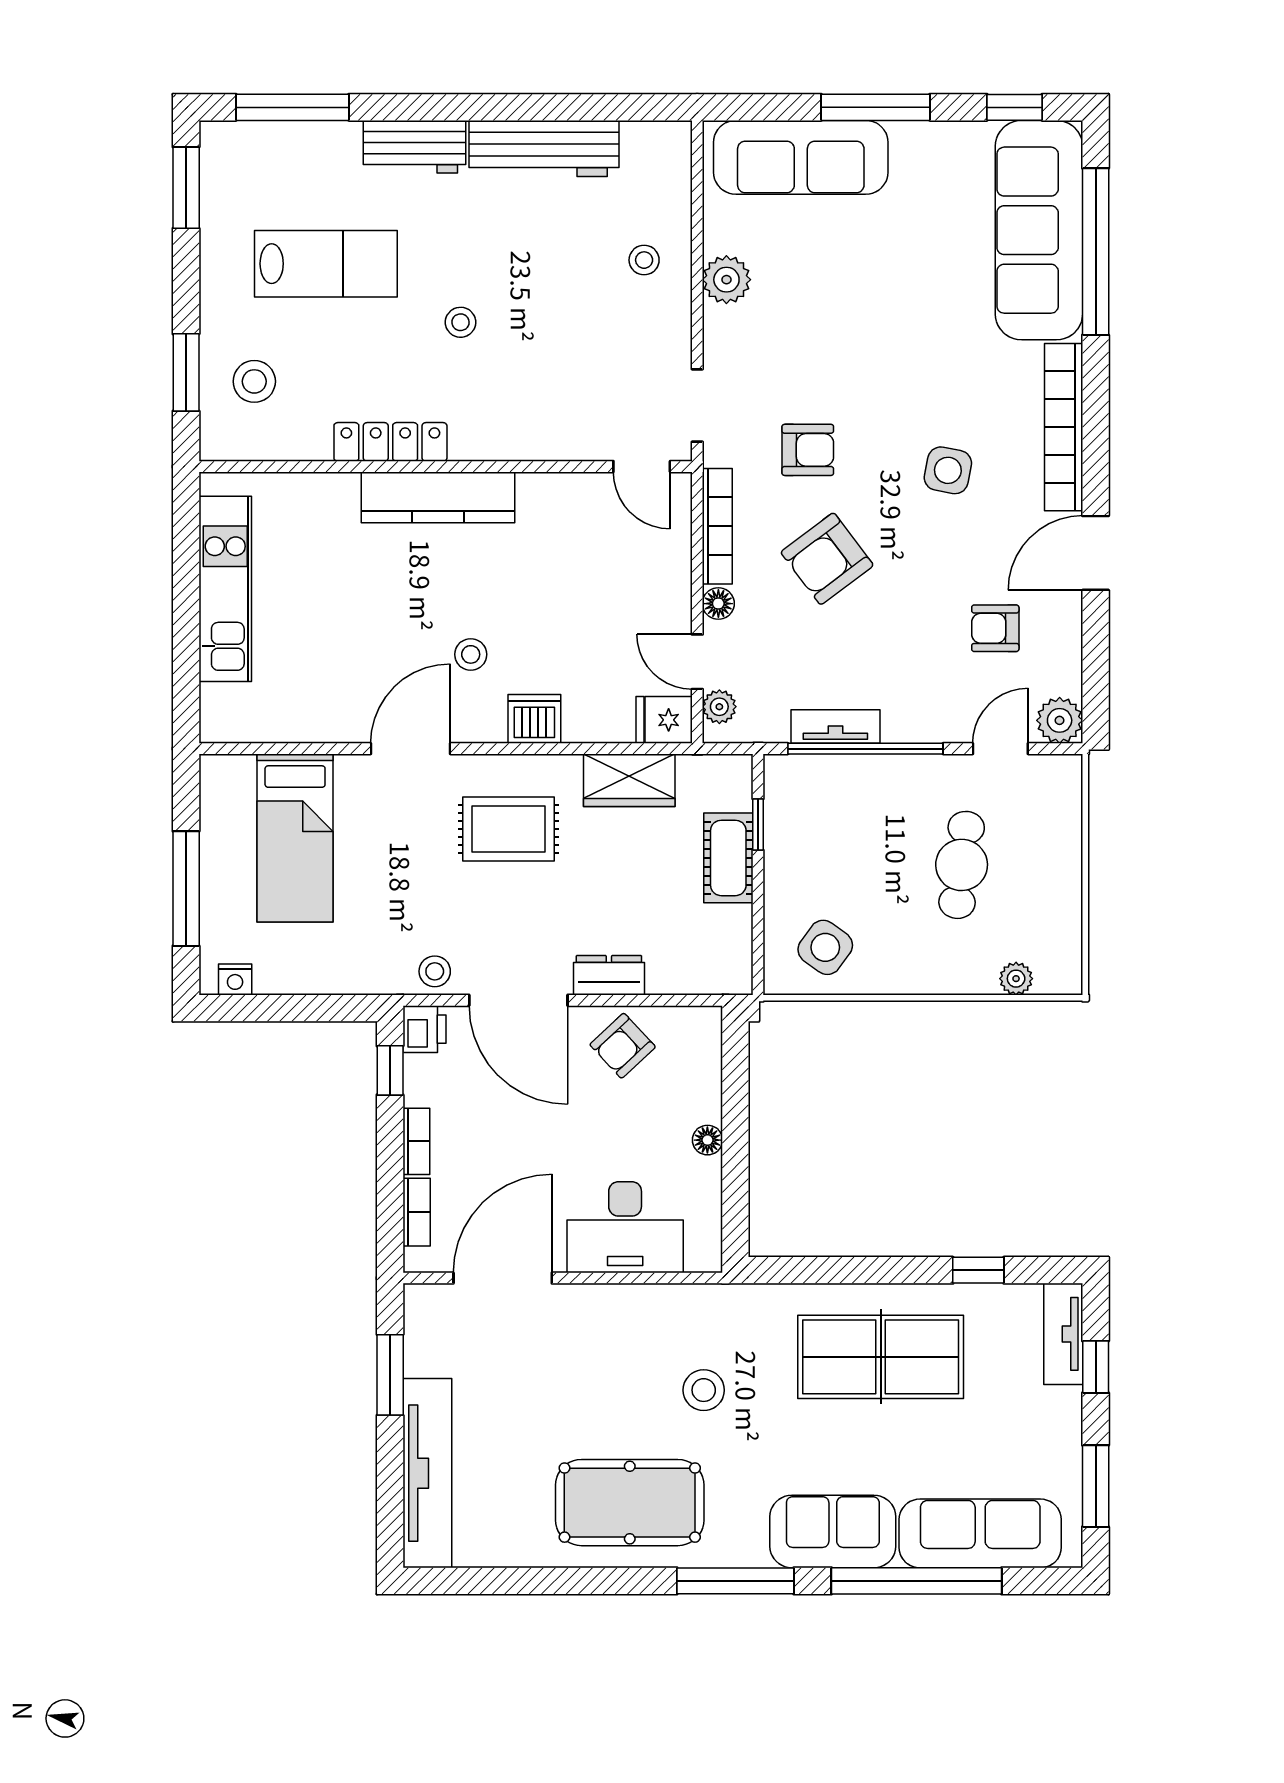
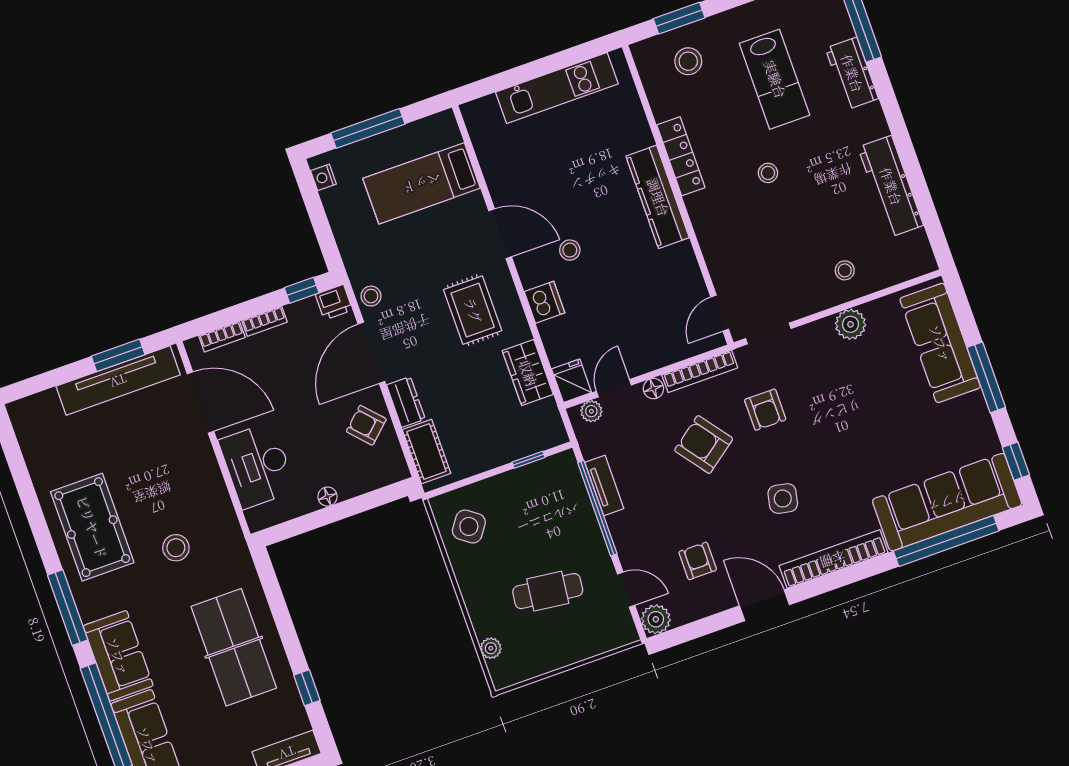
workbench: (415, 147) -> (852, 73), moved
cot: (728, 858) -> (427, 452), moved, turned 90
tv unit: (427, 1473) -> (118, 381), moved

